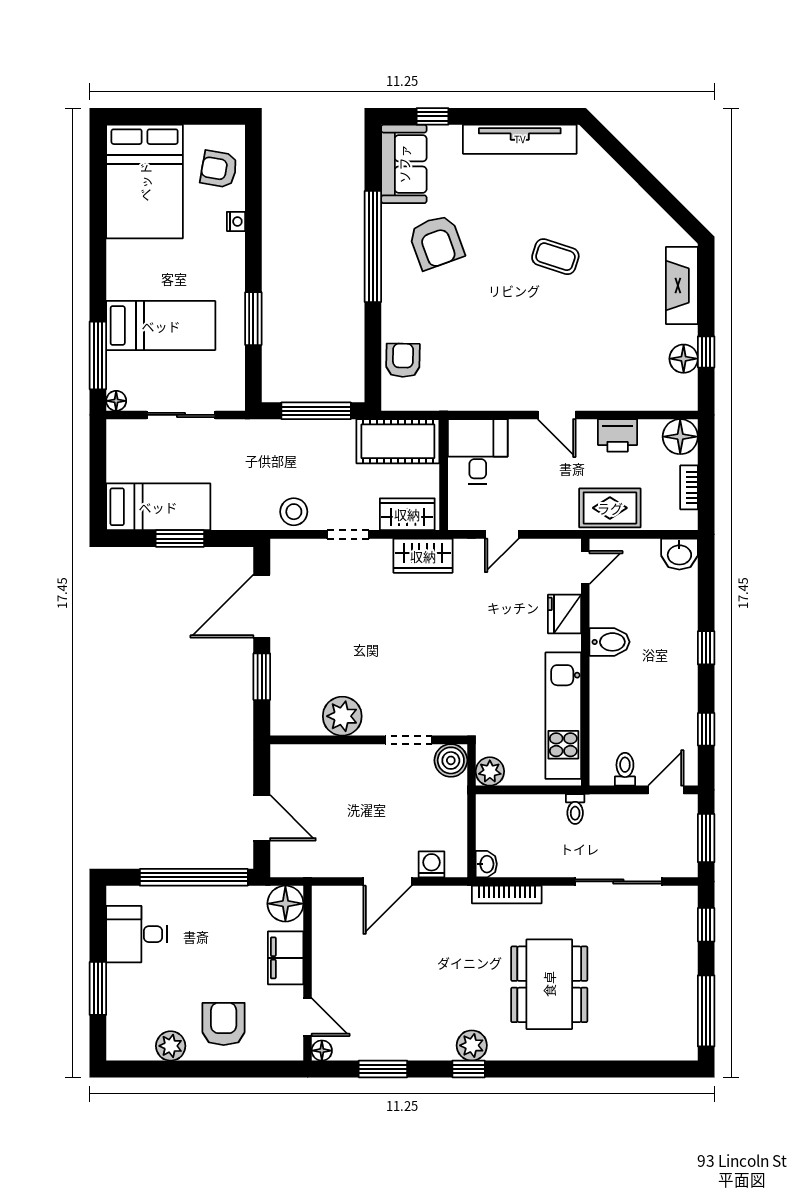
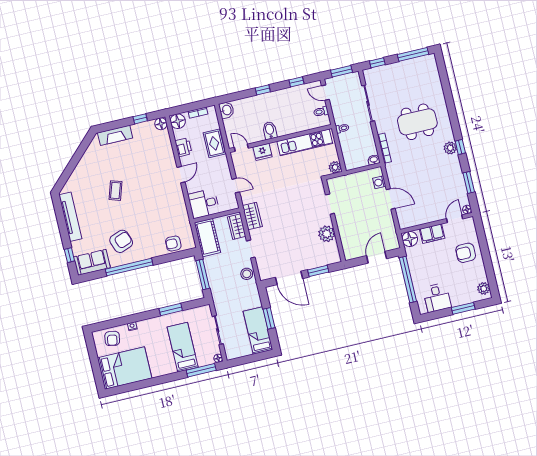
floor lamp: (684, 359) -> (161, 124), moved
boiler: (451, 760) -> (334, 185), removed
plant: (171, 1046) -> (484, 288), moved

